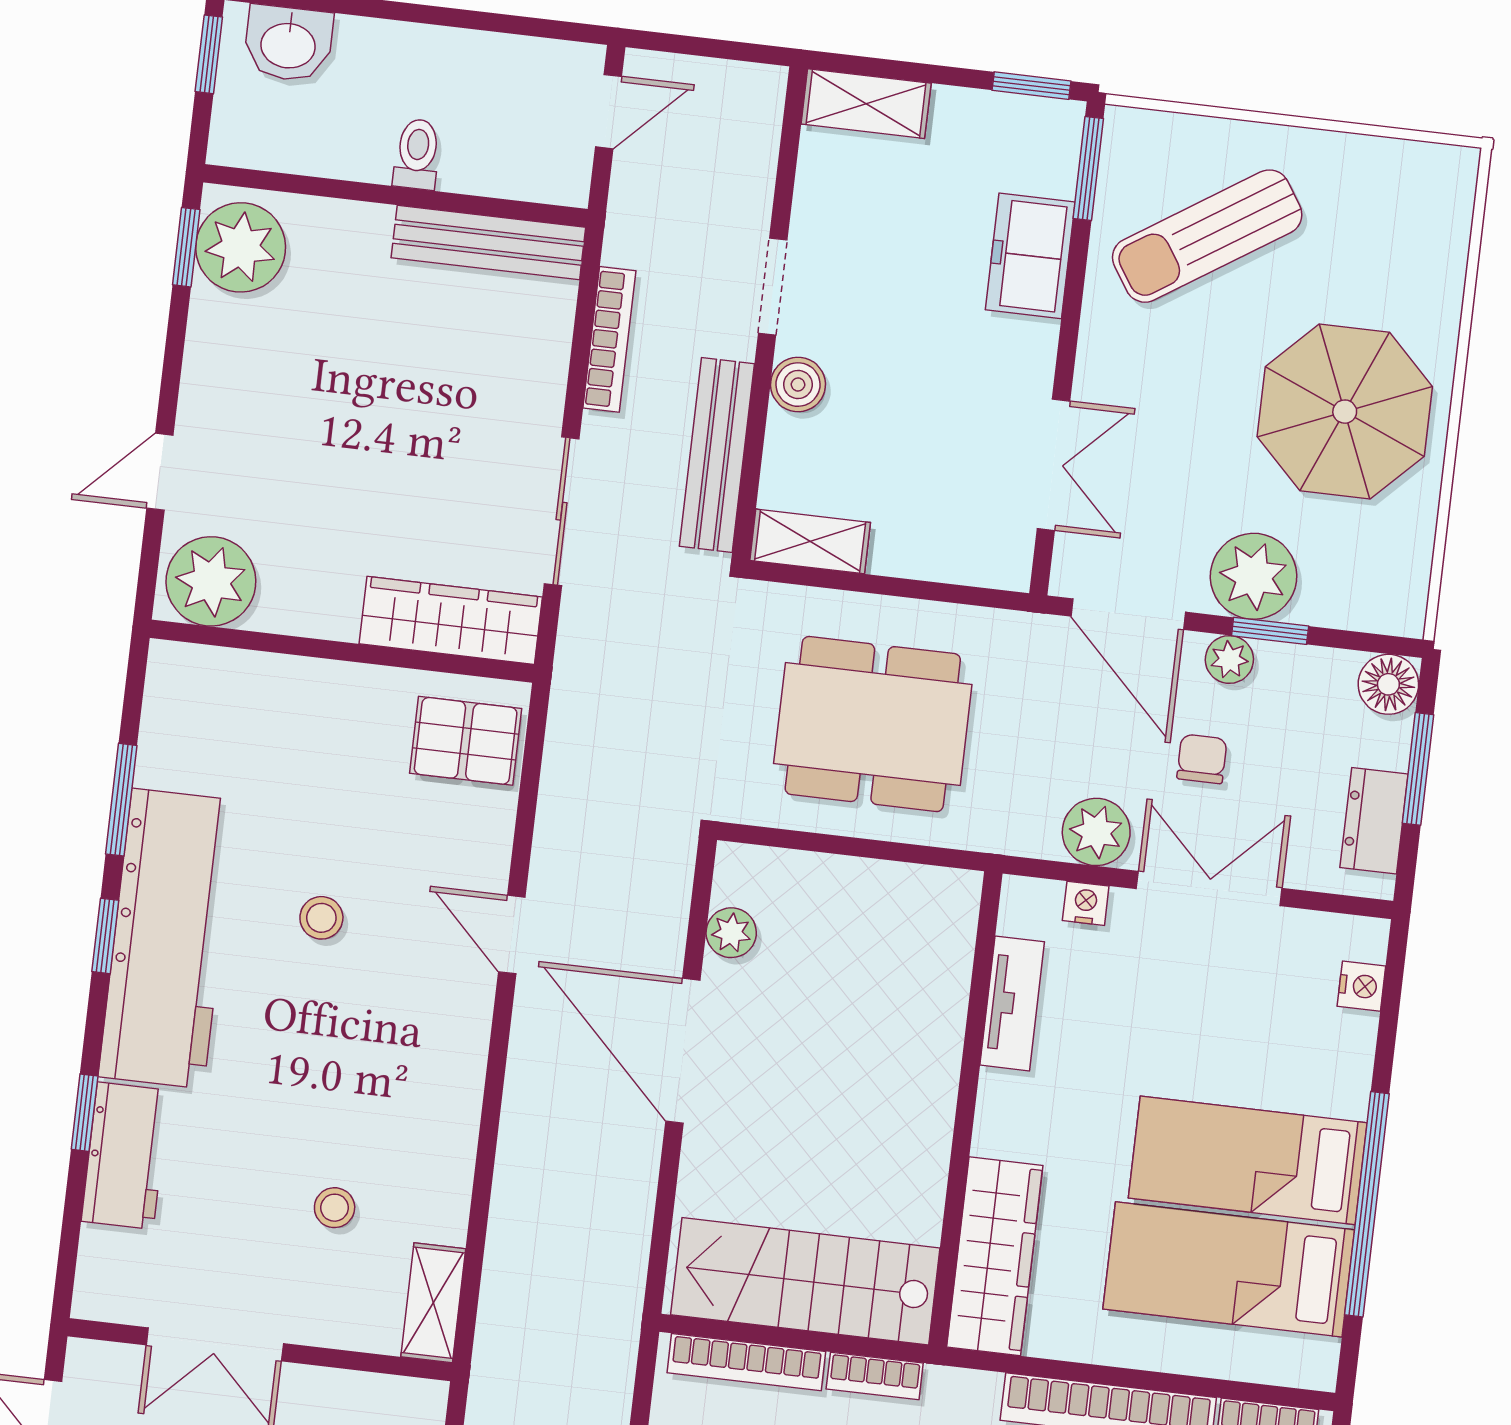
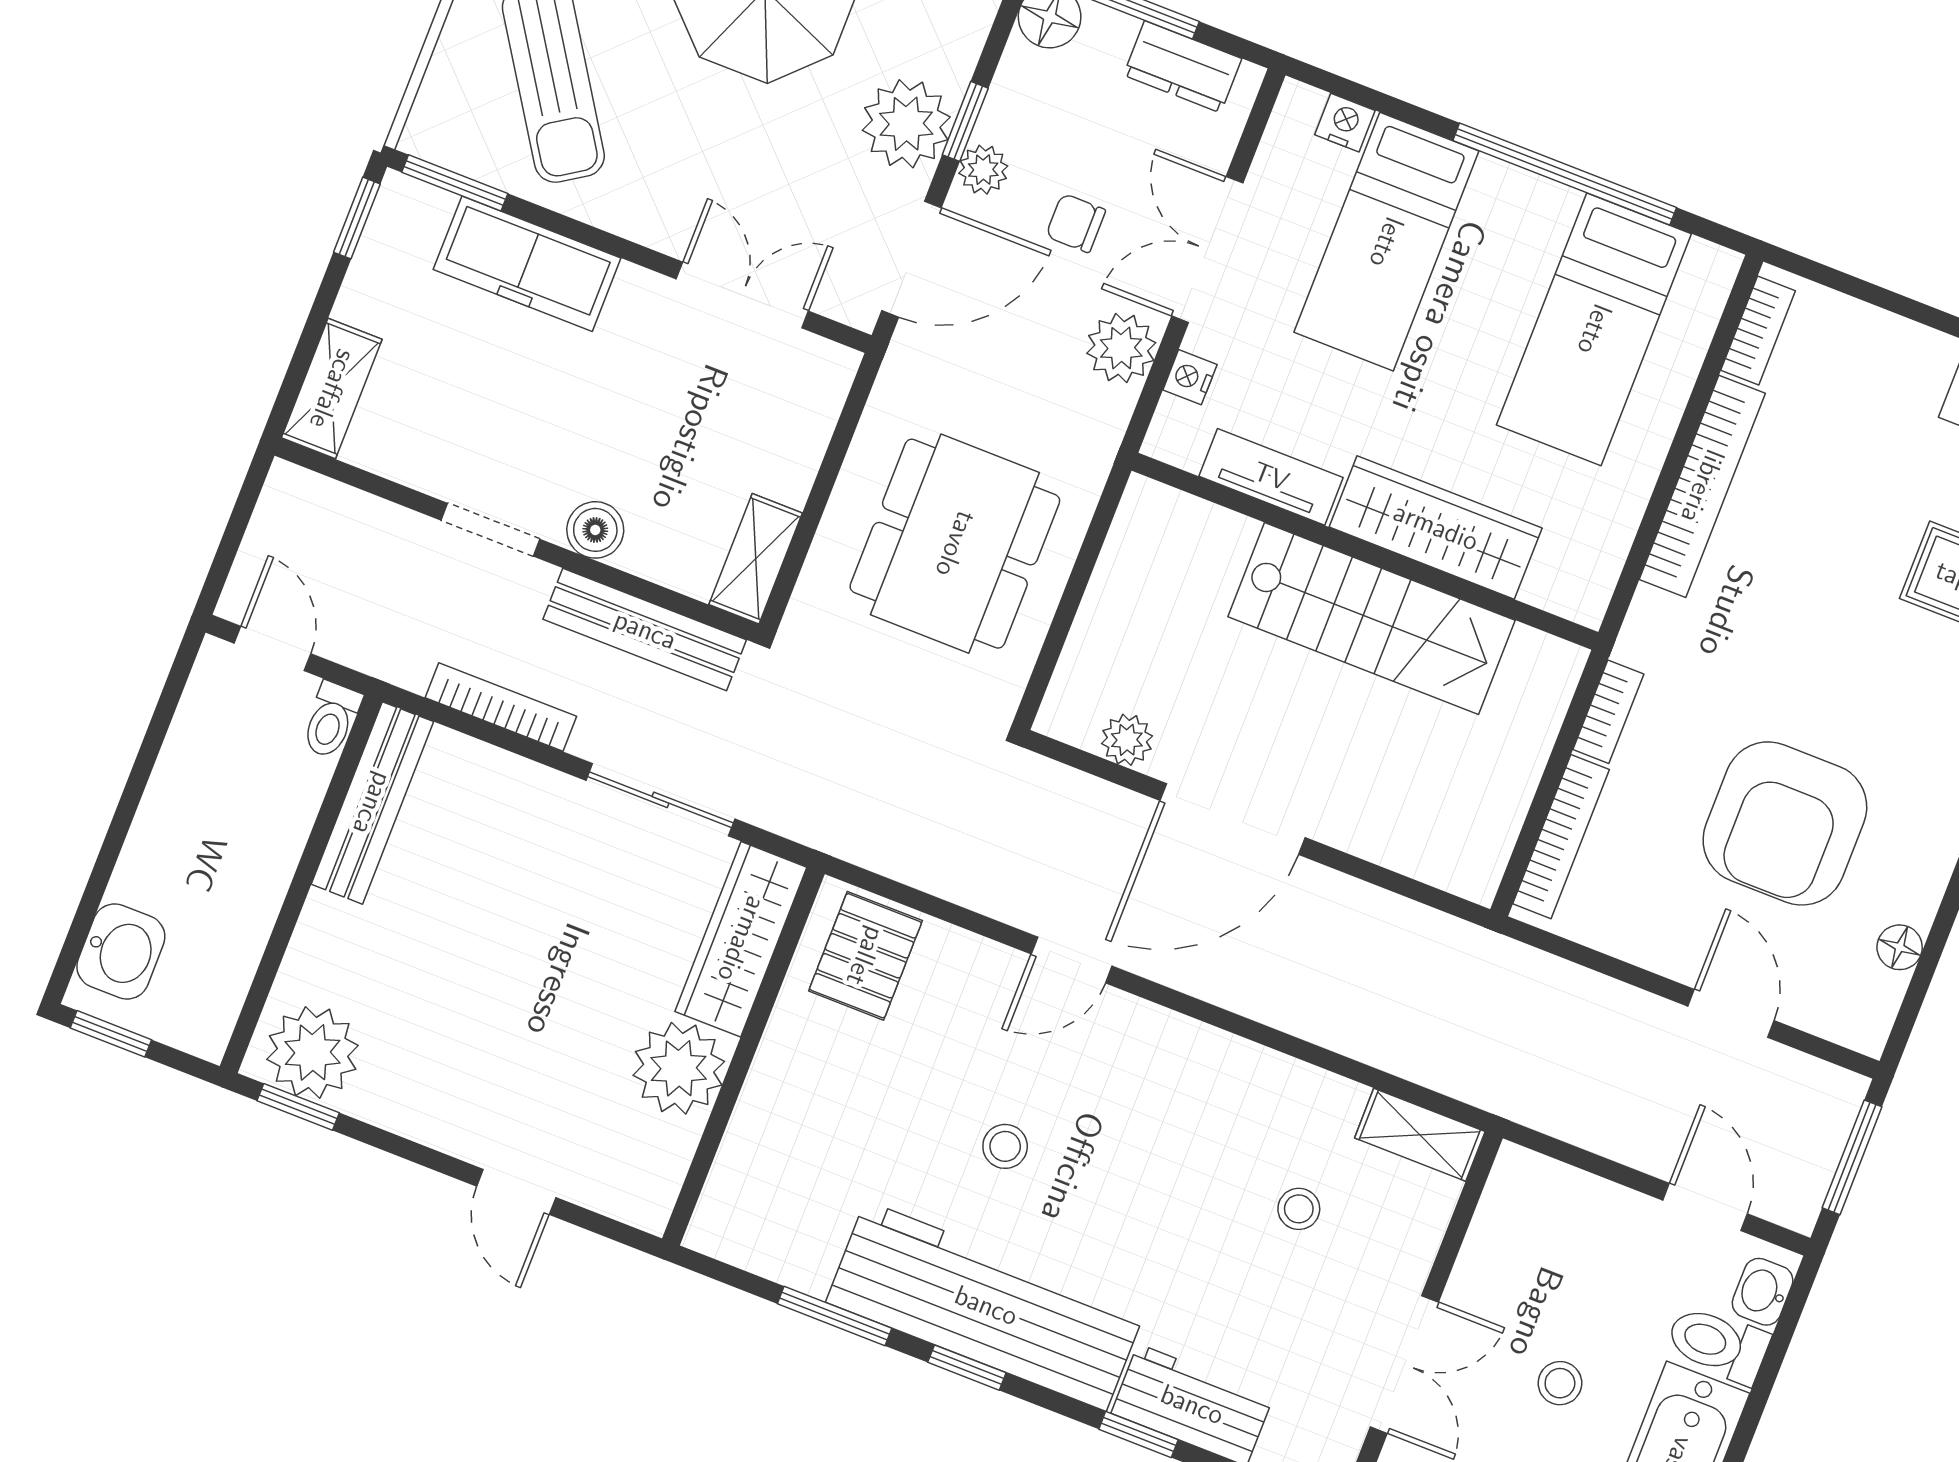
toilet: (417, 154) -> (331, 720), moved, turned -90
freezer: (1030, 256) -> (527, 264), width x1.40
plant: (211, 581) -> (679, 1068), moved
bed: (1248, 1160) -> (1386, 242), moved
wardrobe: (995, 1256) -> (1436, 527), moved
stairs: (805, 1281) -> (1371, 618), moved, turned -90

